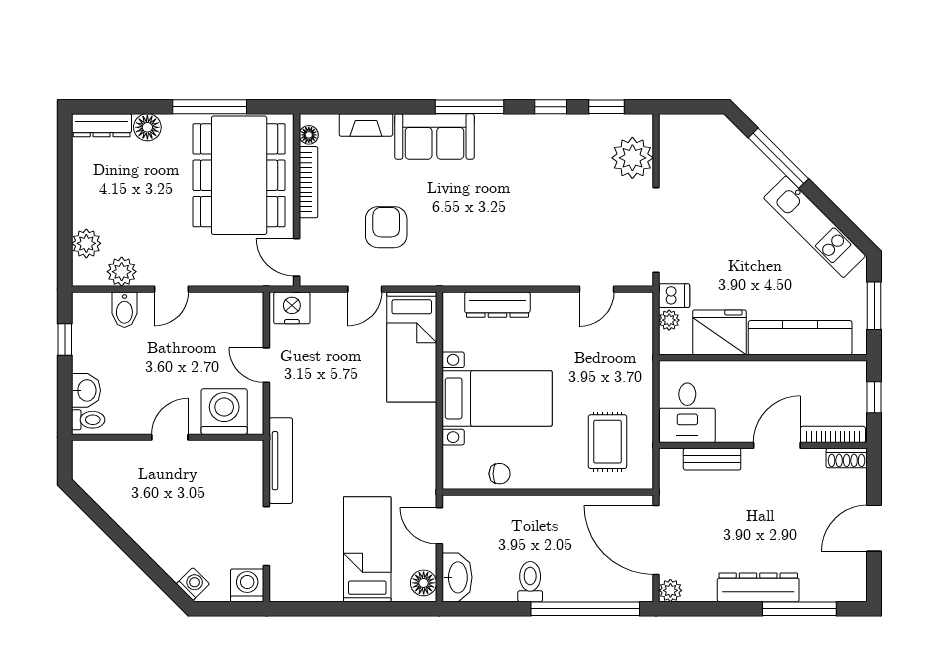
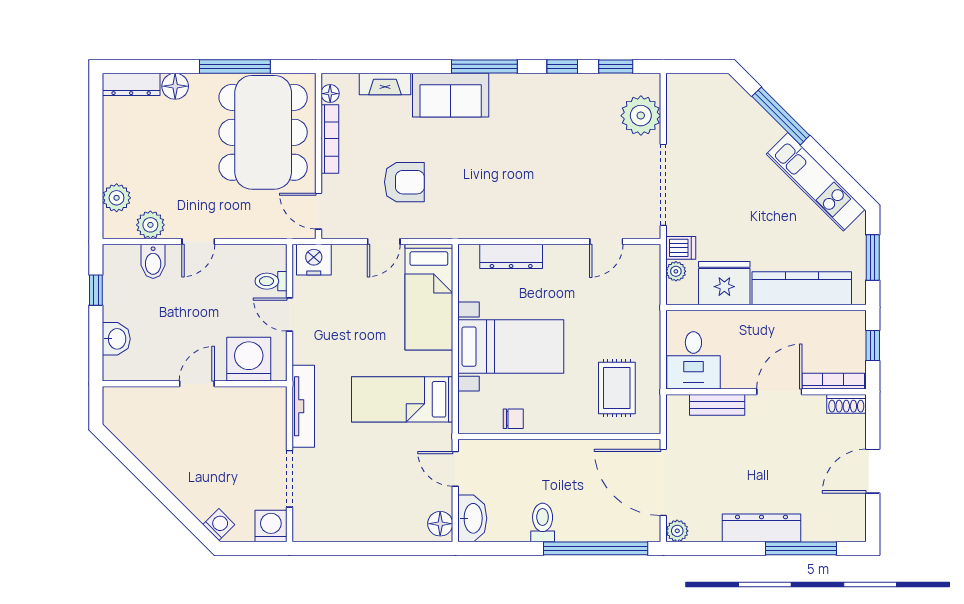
armchair: (386, 227) -> (404, 182), turned 90
toilet: (88, 420) -> (271, 281), moved, turned 180
bed: (367, 549) -> (402, 399), moved, turned -90

